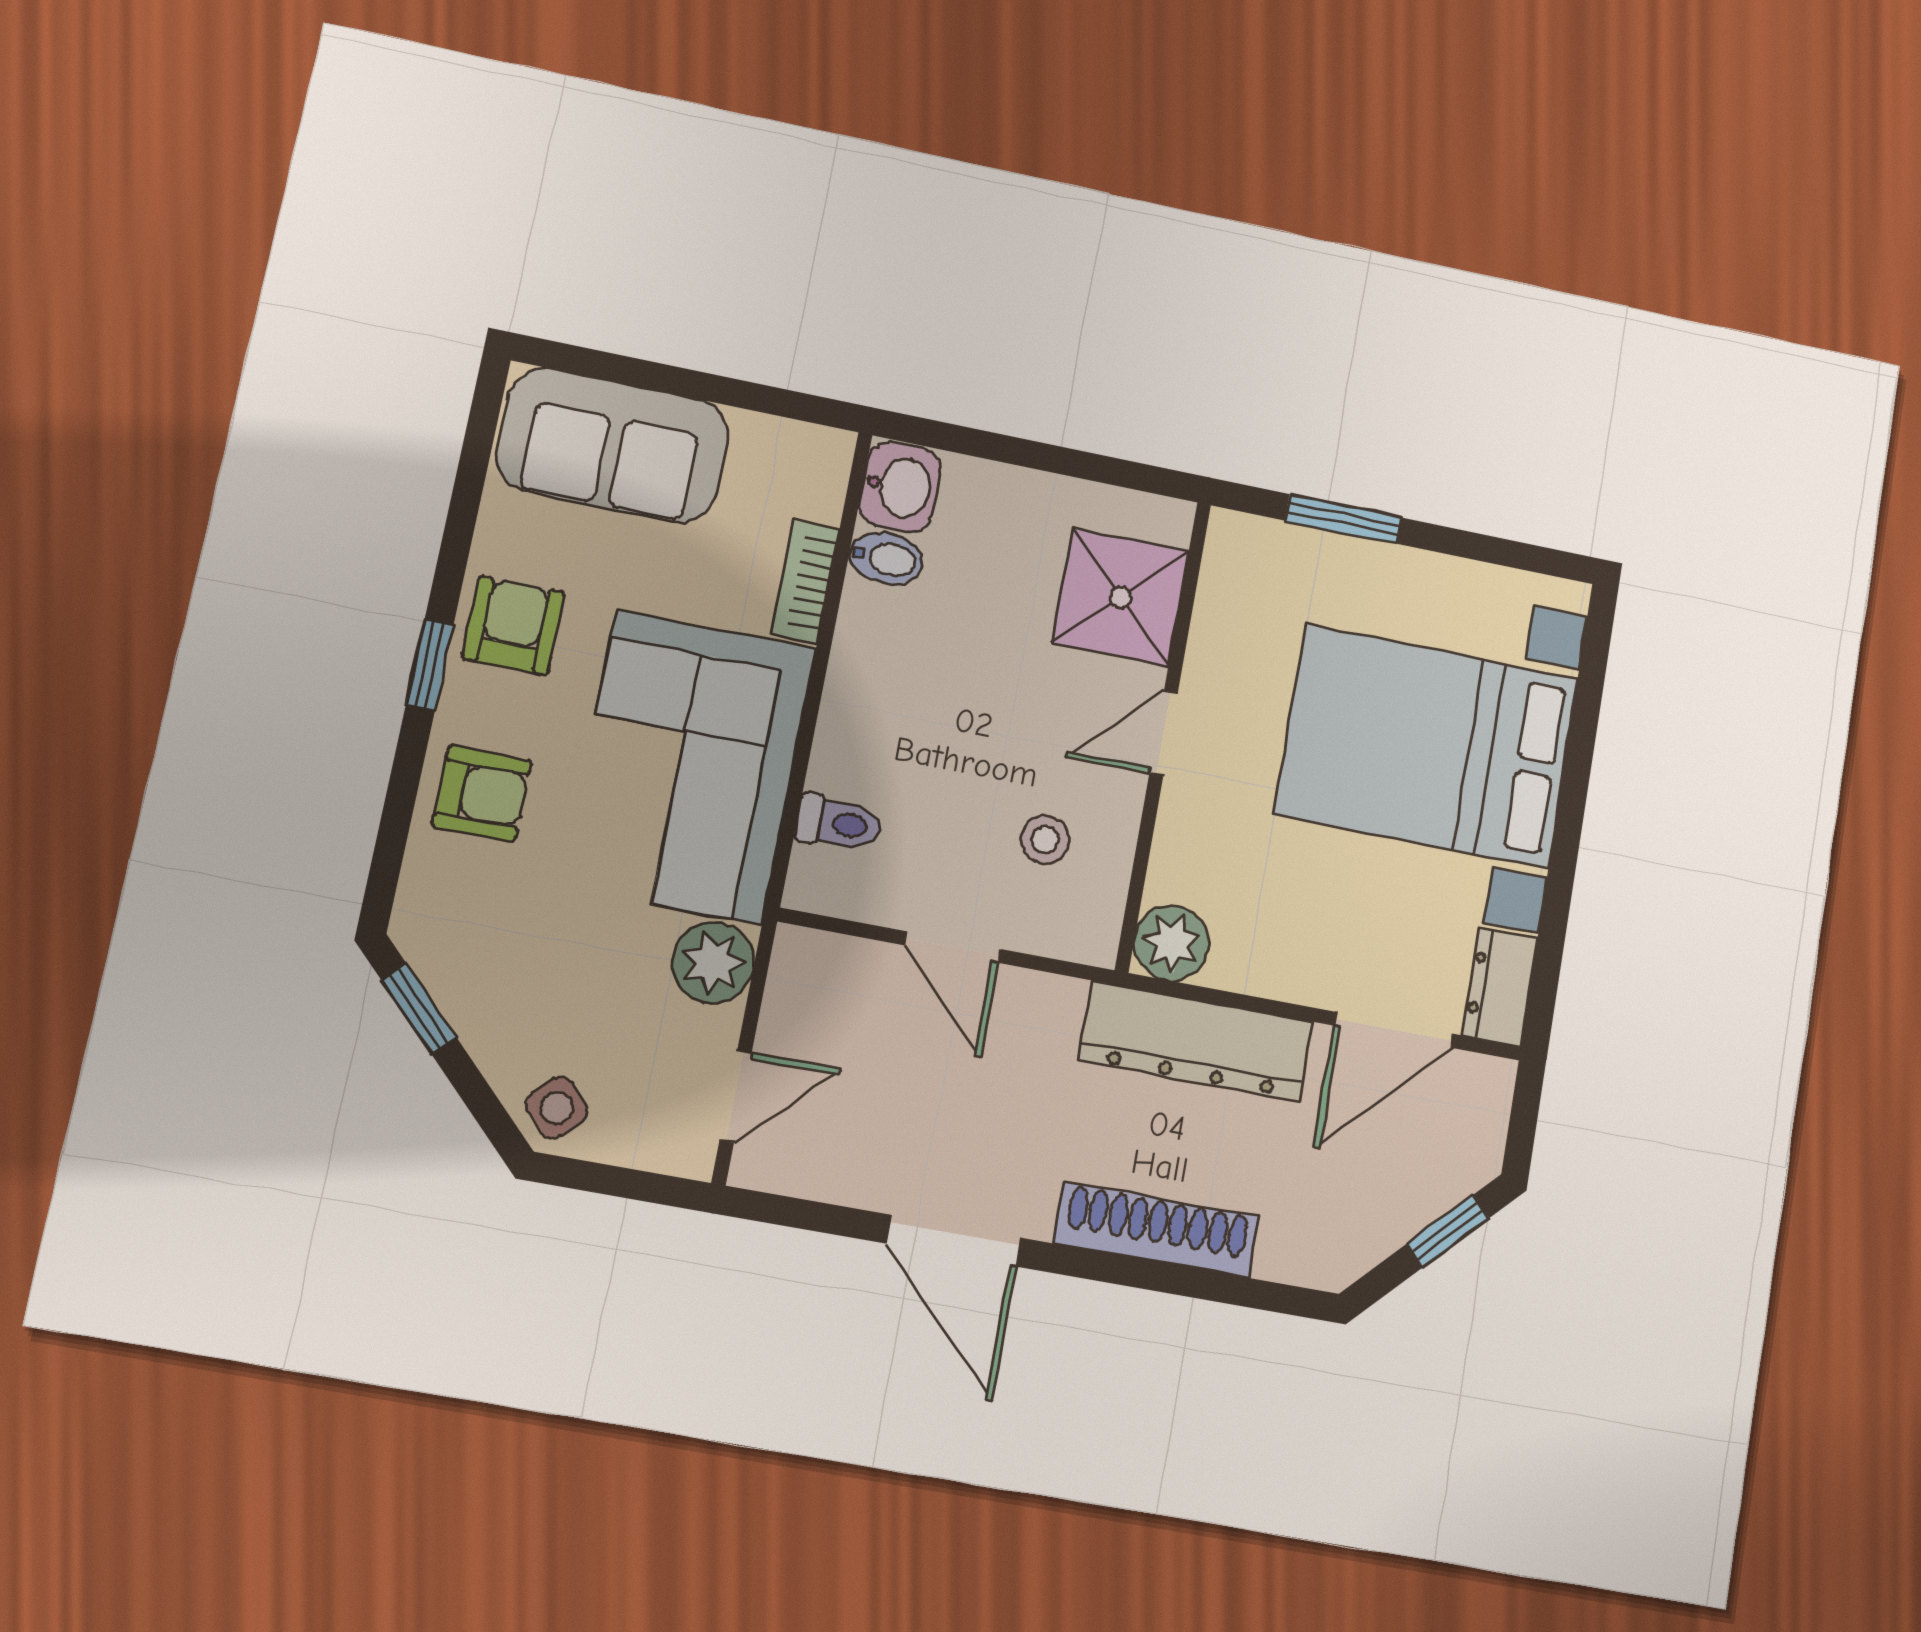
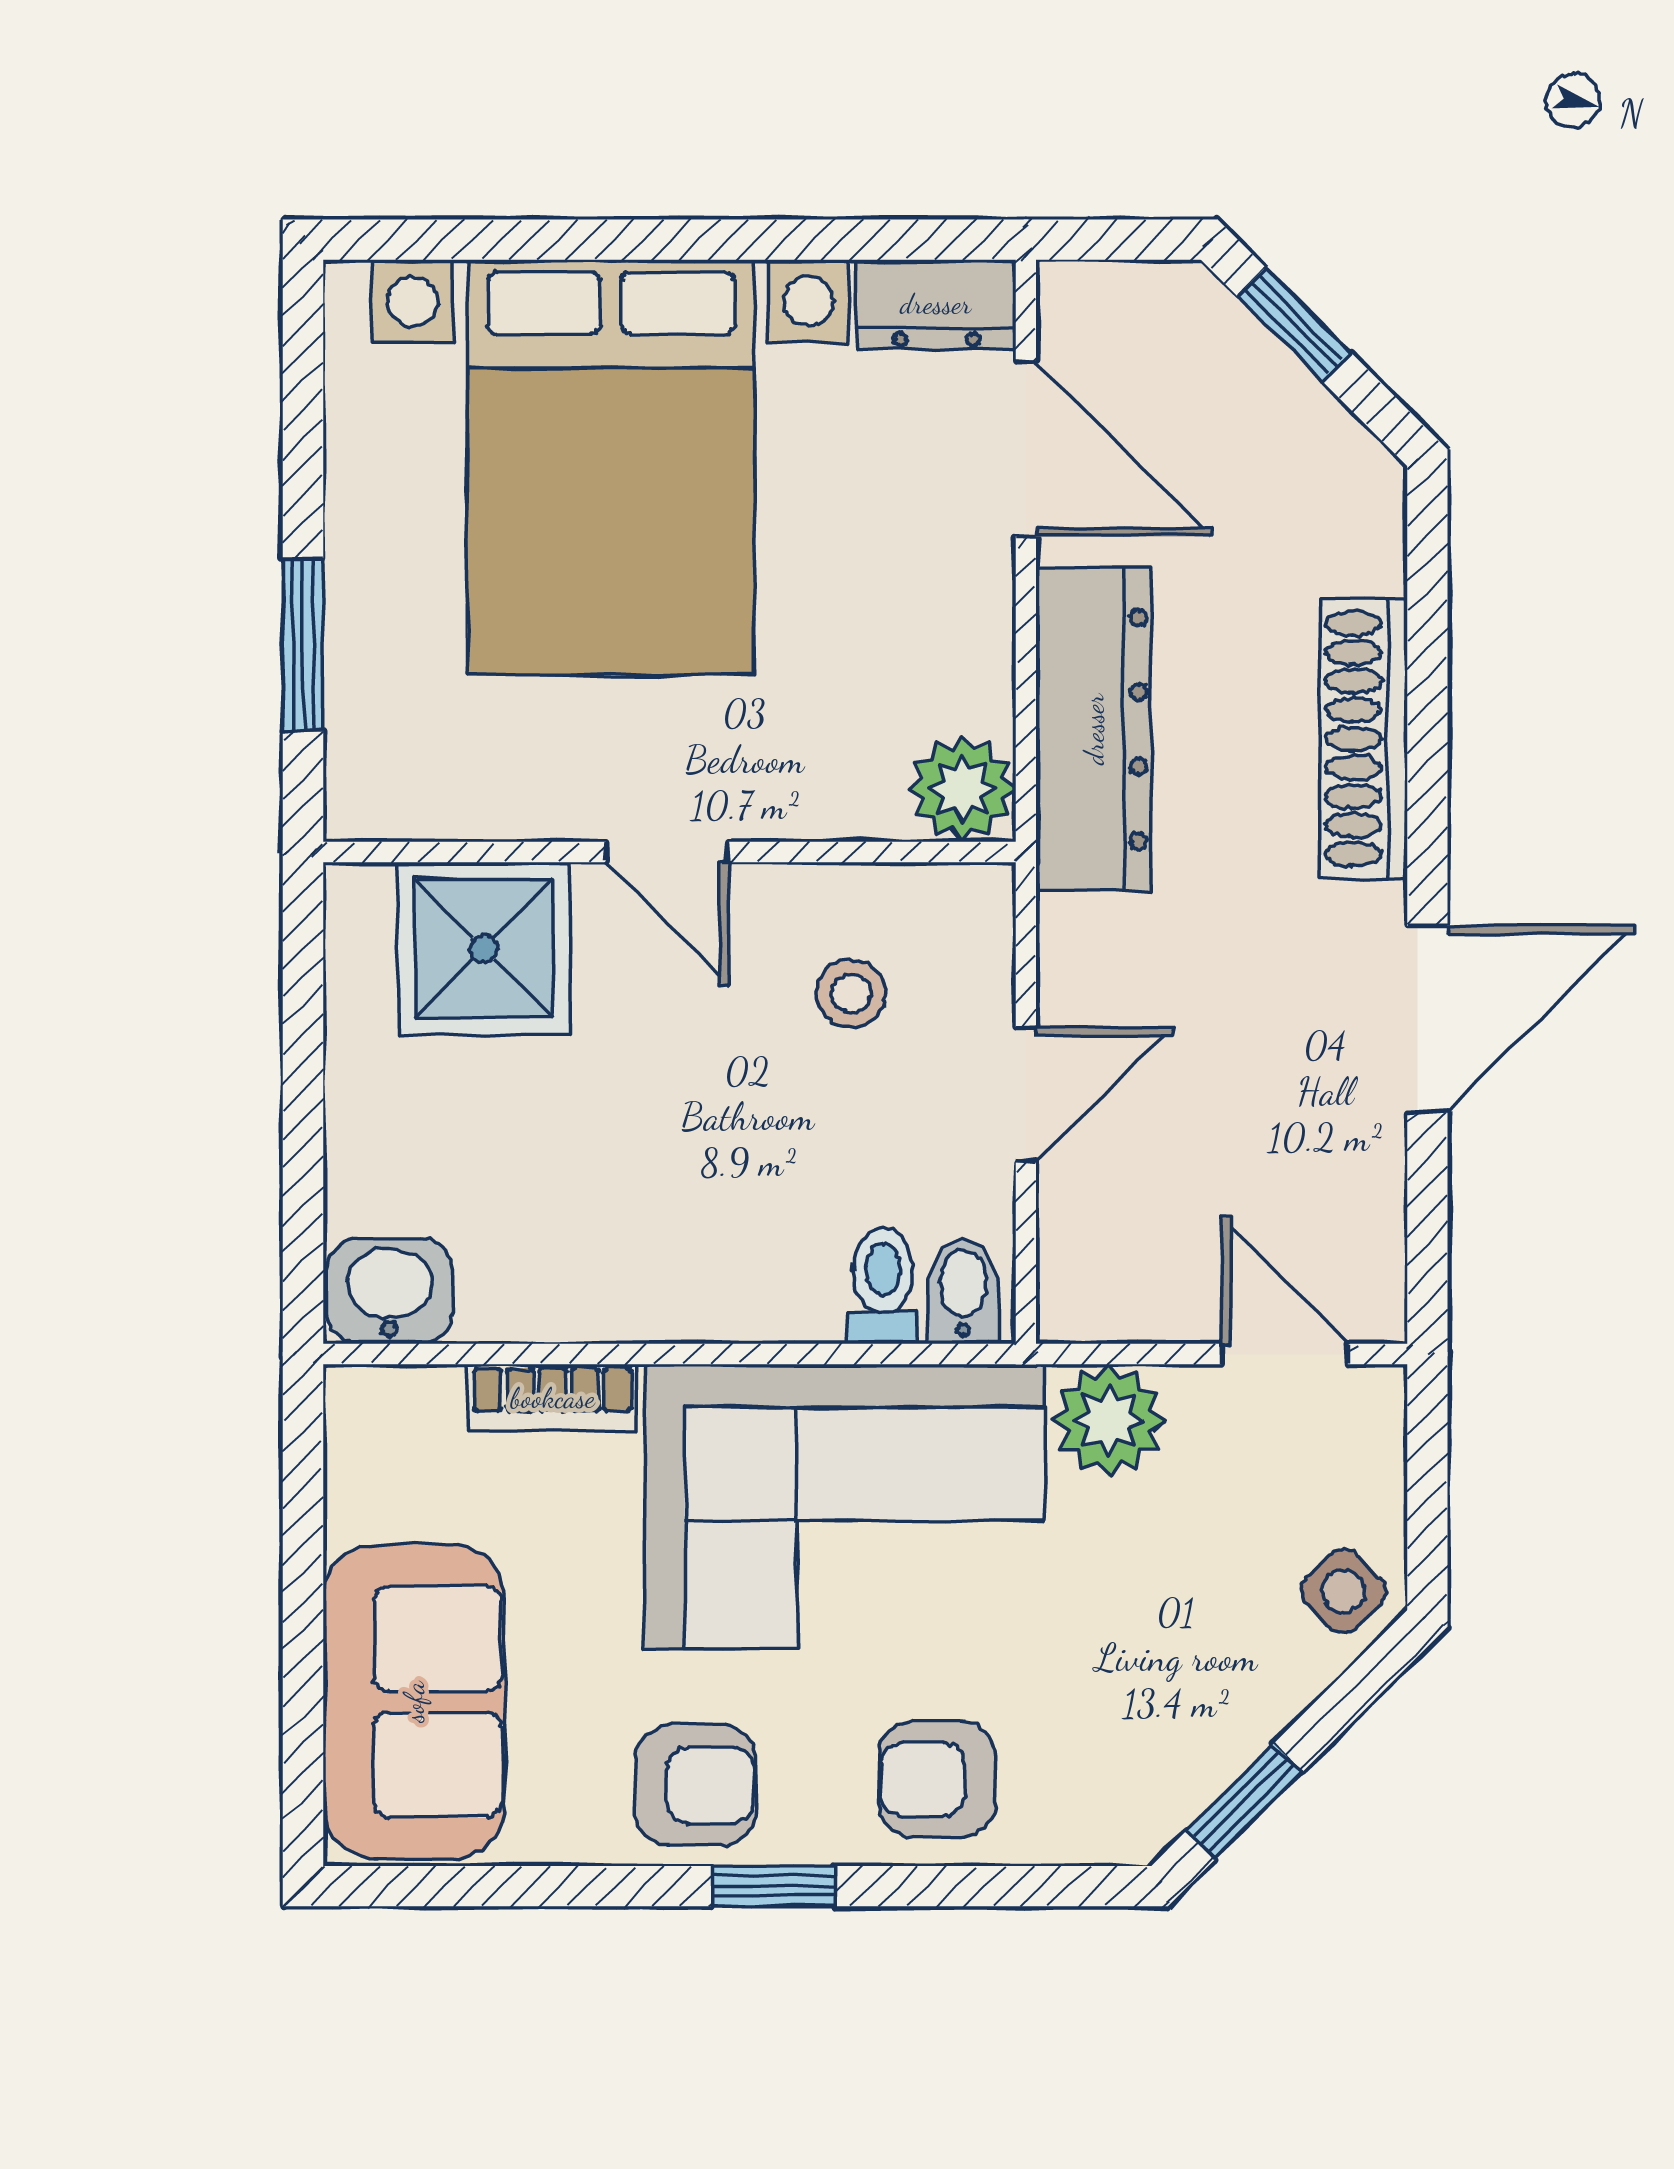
bidet: (886, 559) -> (963, 1291), moved
armchair: (513, 625) -> (696, 1785), turned 180
armchair: (482, 794) -> (937, 1779), turned -90

